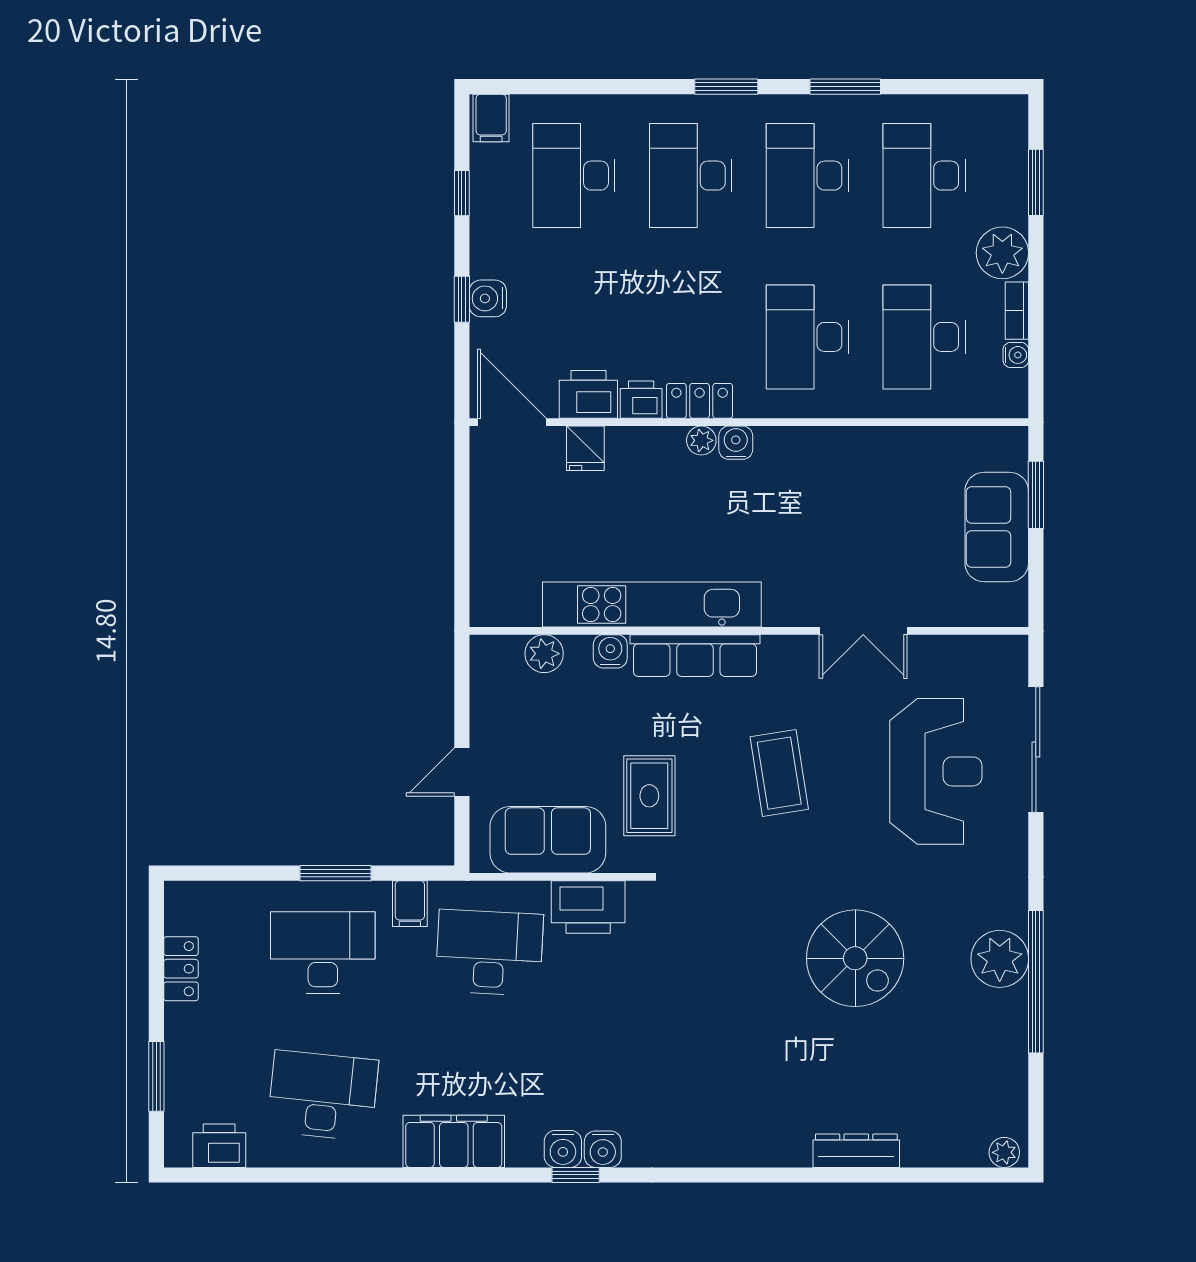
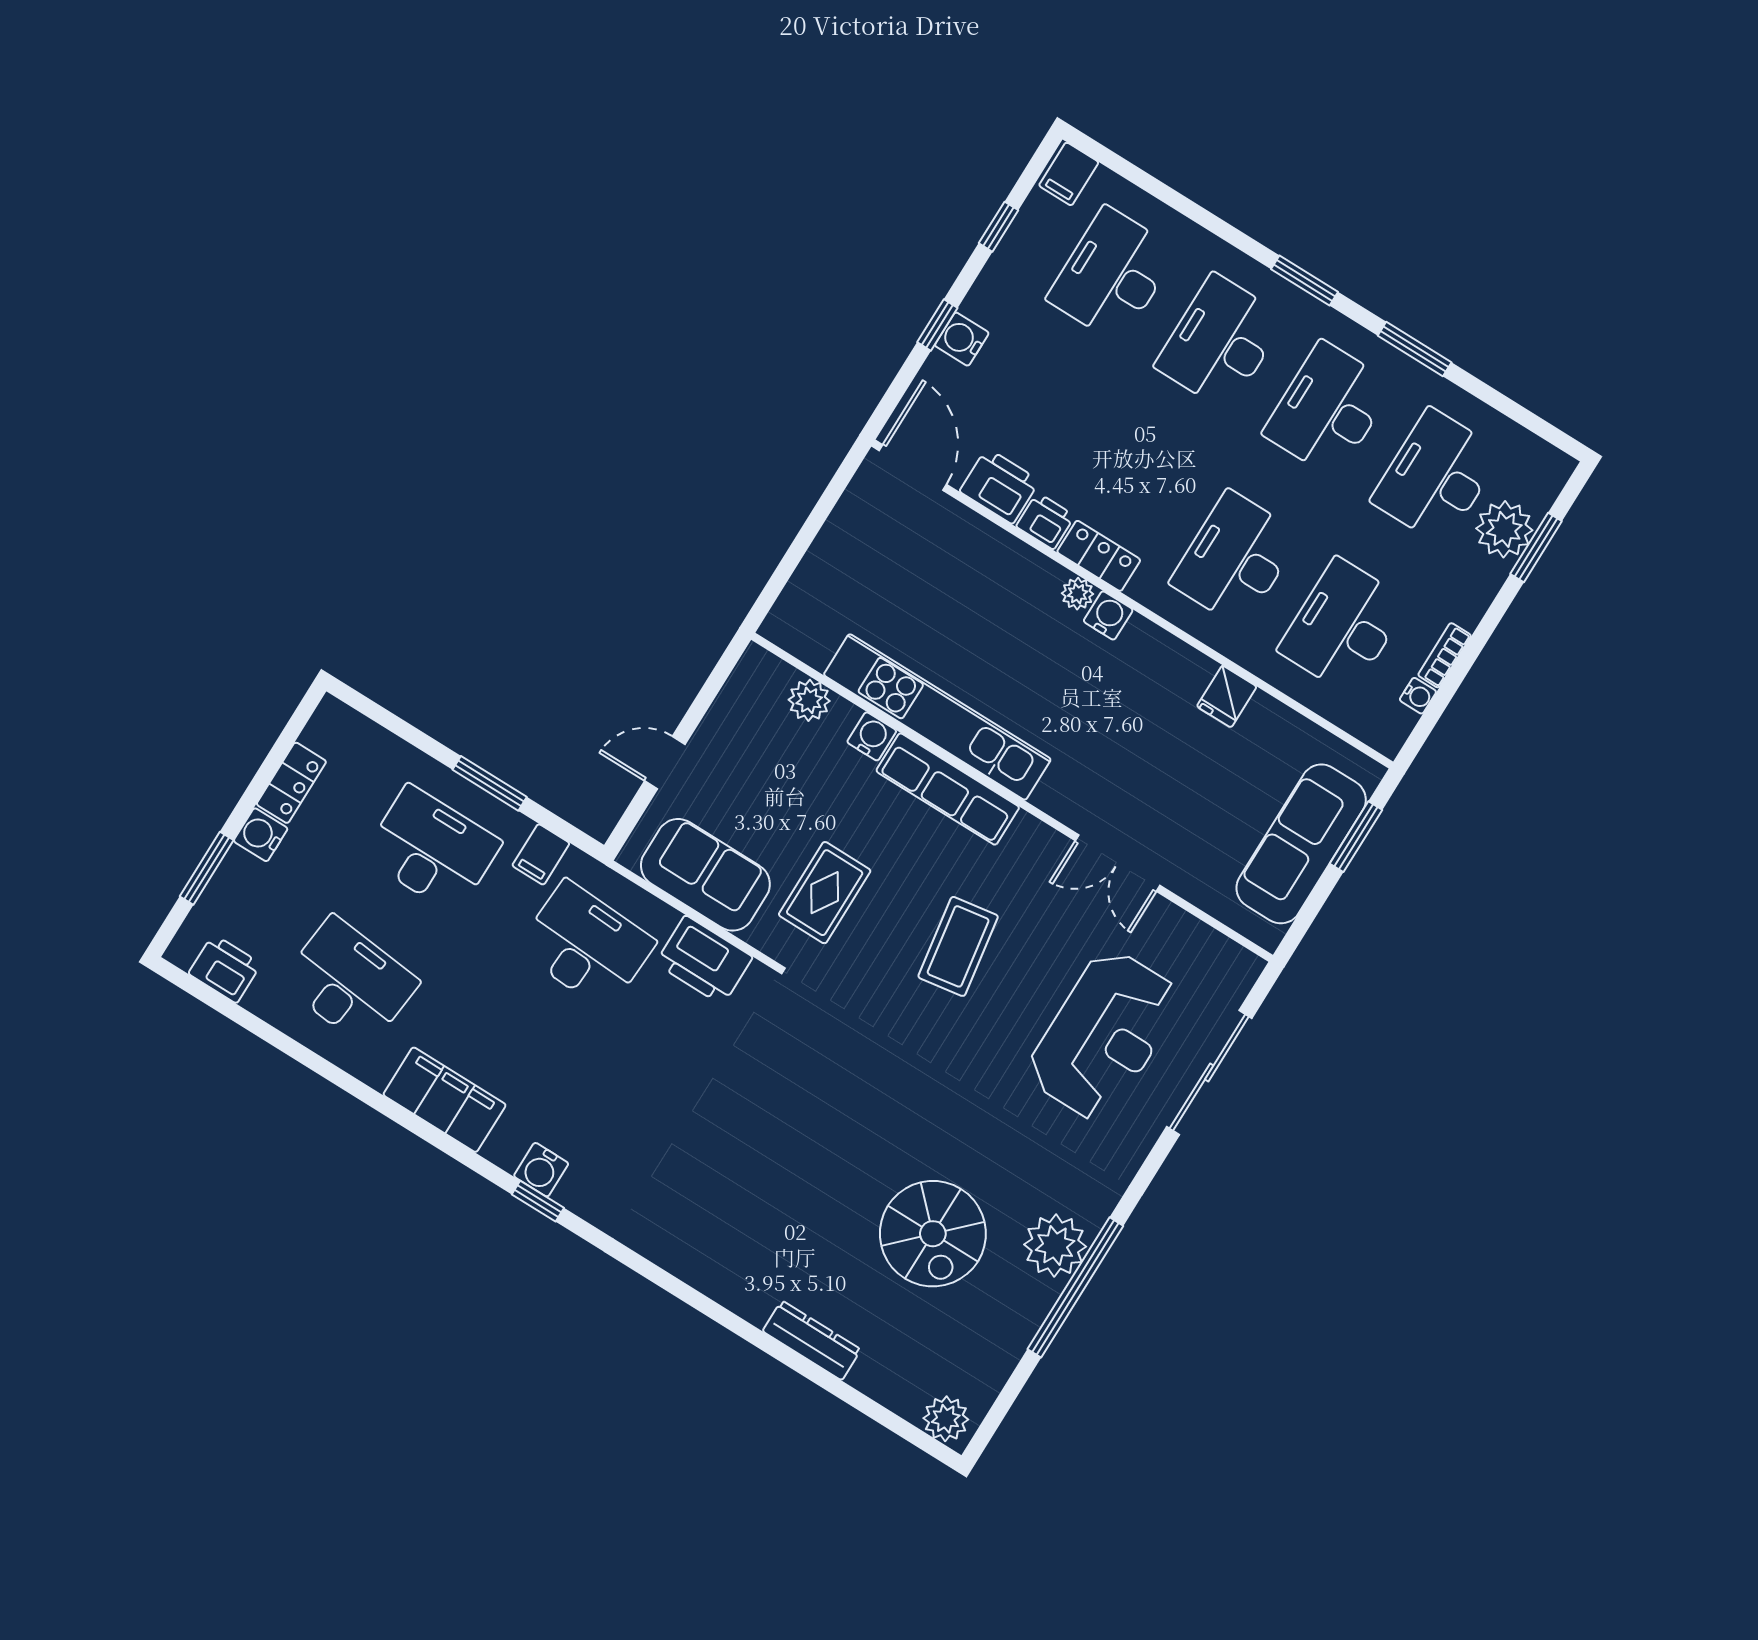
plant: (1002, 253) -> (1504, 529), moved
fridge: (585, 448) -> (1227, 696), moved
sofa: (997, 527) -> (1301, 844), width x1.36
spiral stairs: (855, 958) -> (933, 1234), moved
water cooler: (603, 1149) -> (261, 835), moved, turned 90
plant: (1004, 1152) -> (946, 1419), width x1.38, depth x1.38

